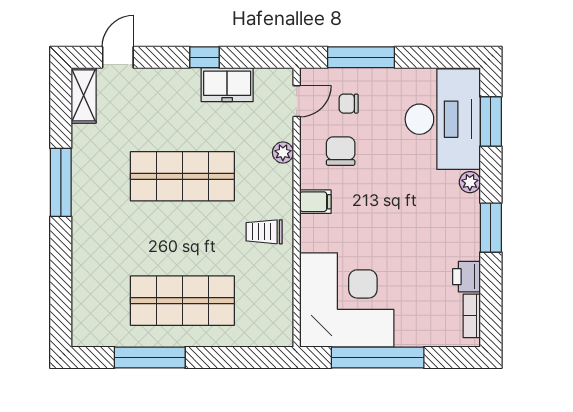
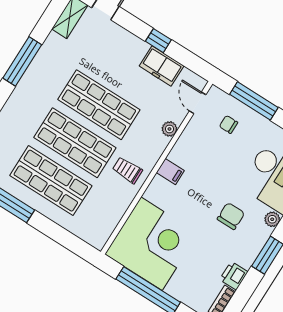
door: (297, 101) -> (198, 103), swing flipped
chair: (341, 151) -> (231, 216), moved
shop shelf: (182, 238) -> (75, 143), added

